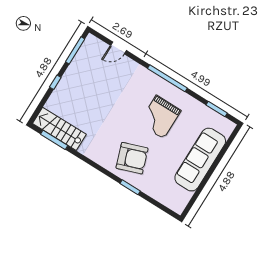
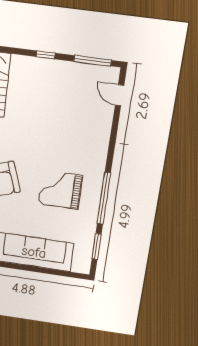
door: (118, 48) -> (120, 95), moved
window: (167, 78) -> (104, 198), moved

